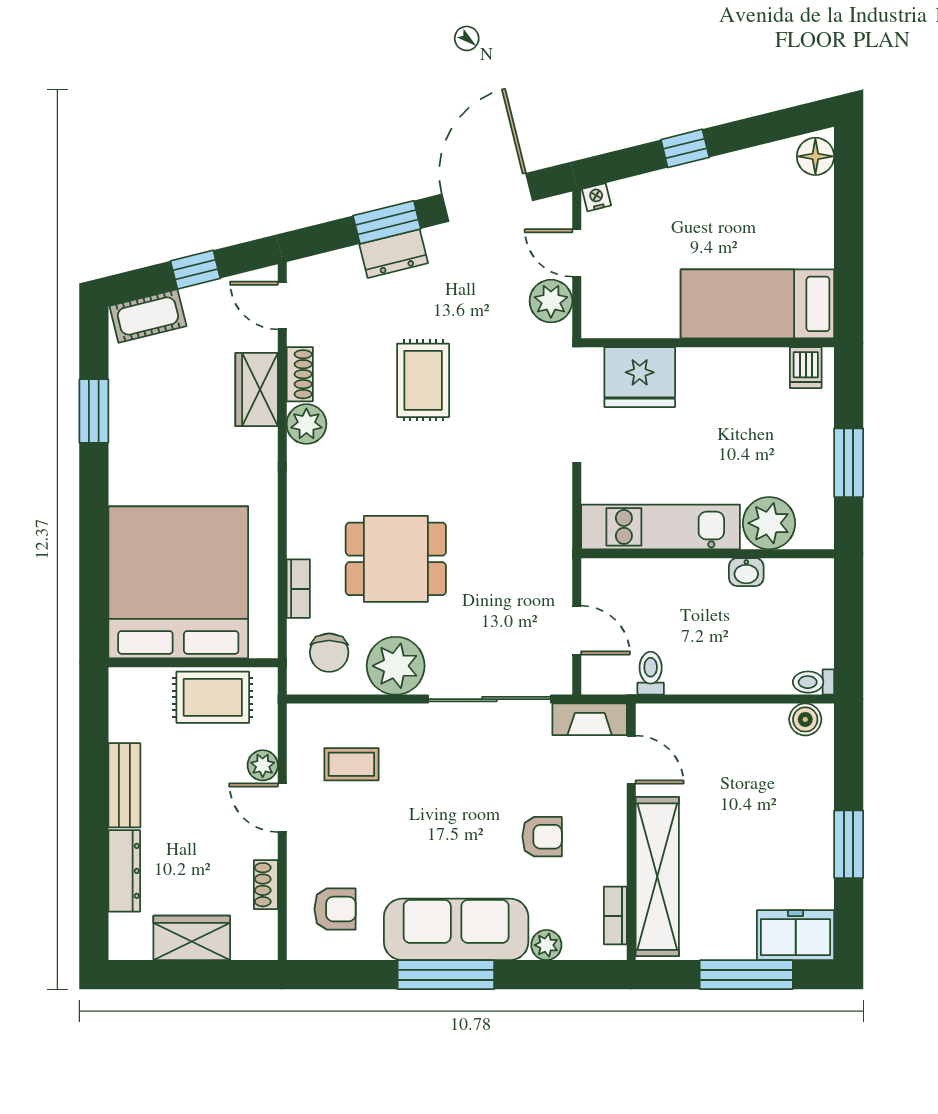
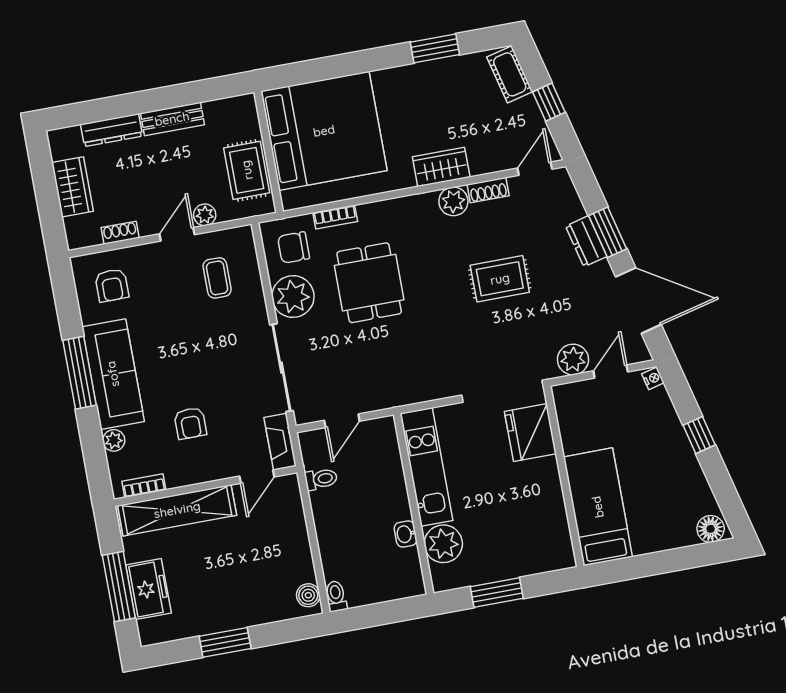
dishwasher: (806, 368) -> (559, 550), removed
wardrobe: (257, 390) -> (441, 167), moved
freezer: (796, 935) -> (148, 589), moved

